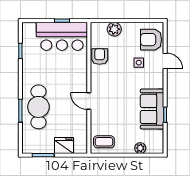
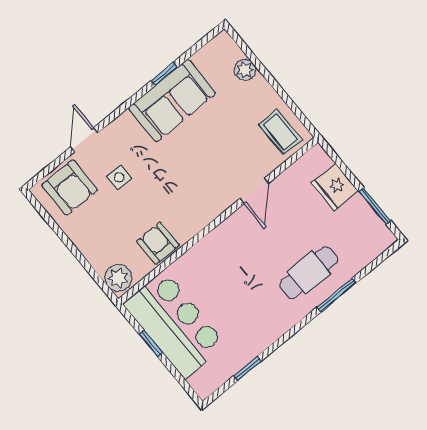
plant: (114, 29) -> (118, 278), moved
armchair: (100, 56) -> (158, 243), turned 90
door: (89, 101) -> (254, 191), moved
cafe table: (38, 107) -> (309, 273), width x0.73, depth x0.74

